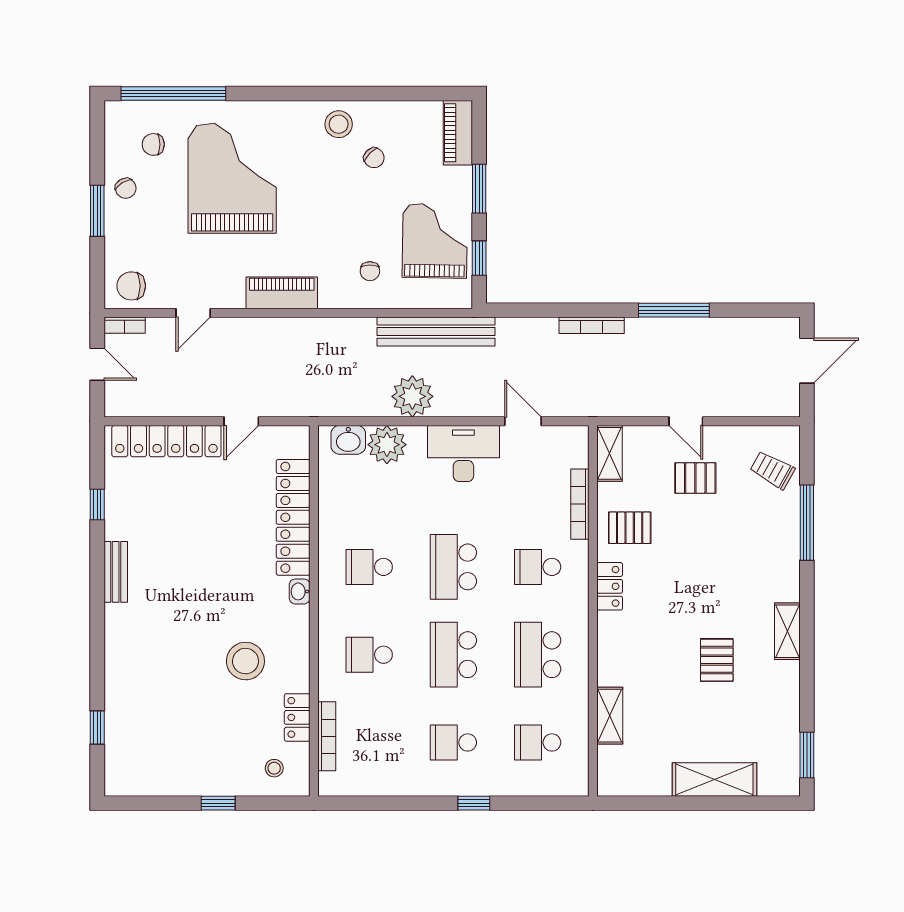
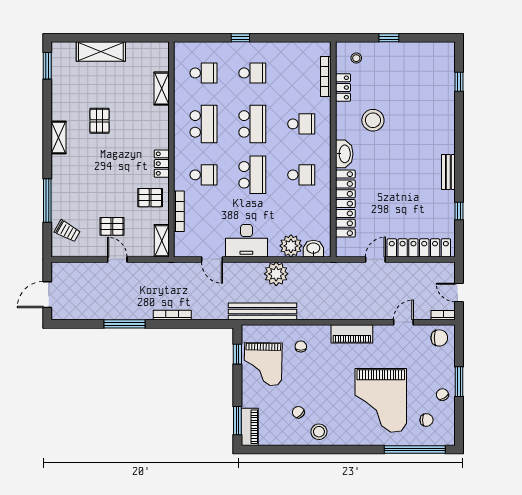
window: (479, 189) -> (237, 421), moved
washbasin: (300, 591) -> (344, 154), width x1.91, depth x1.45

